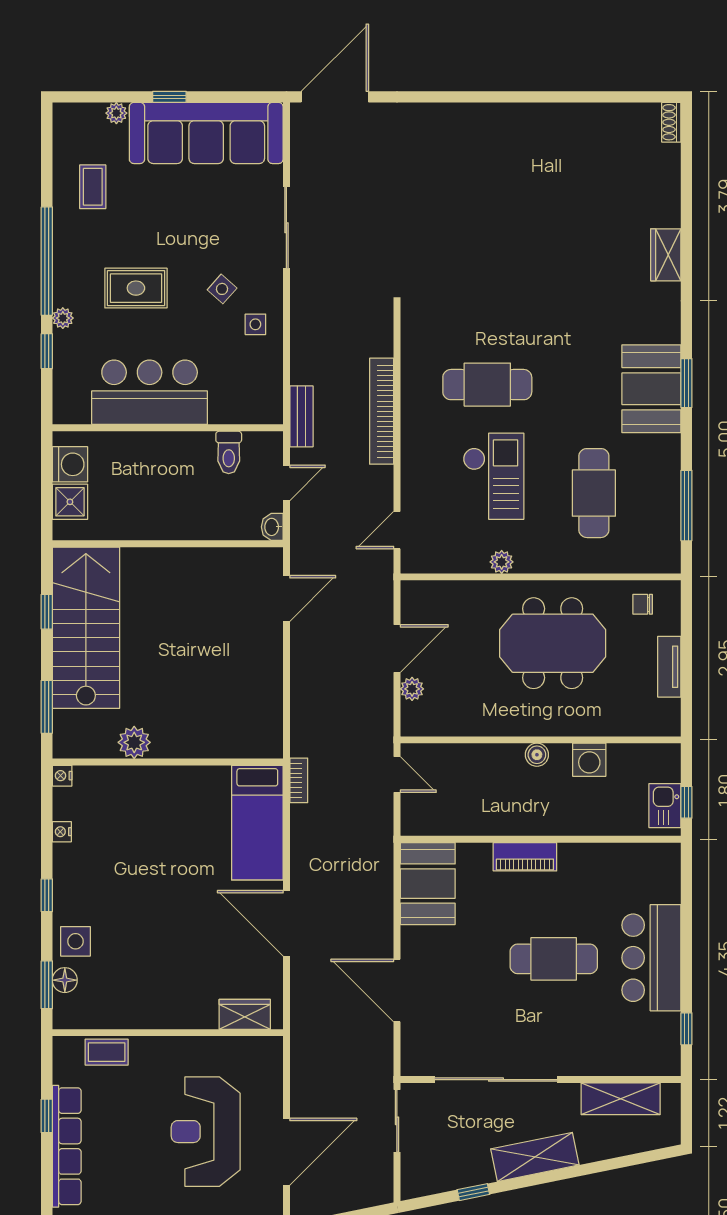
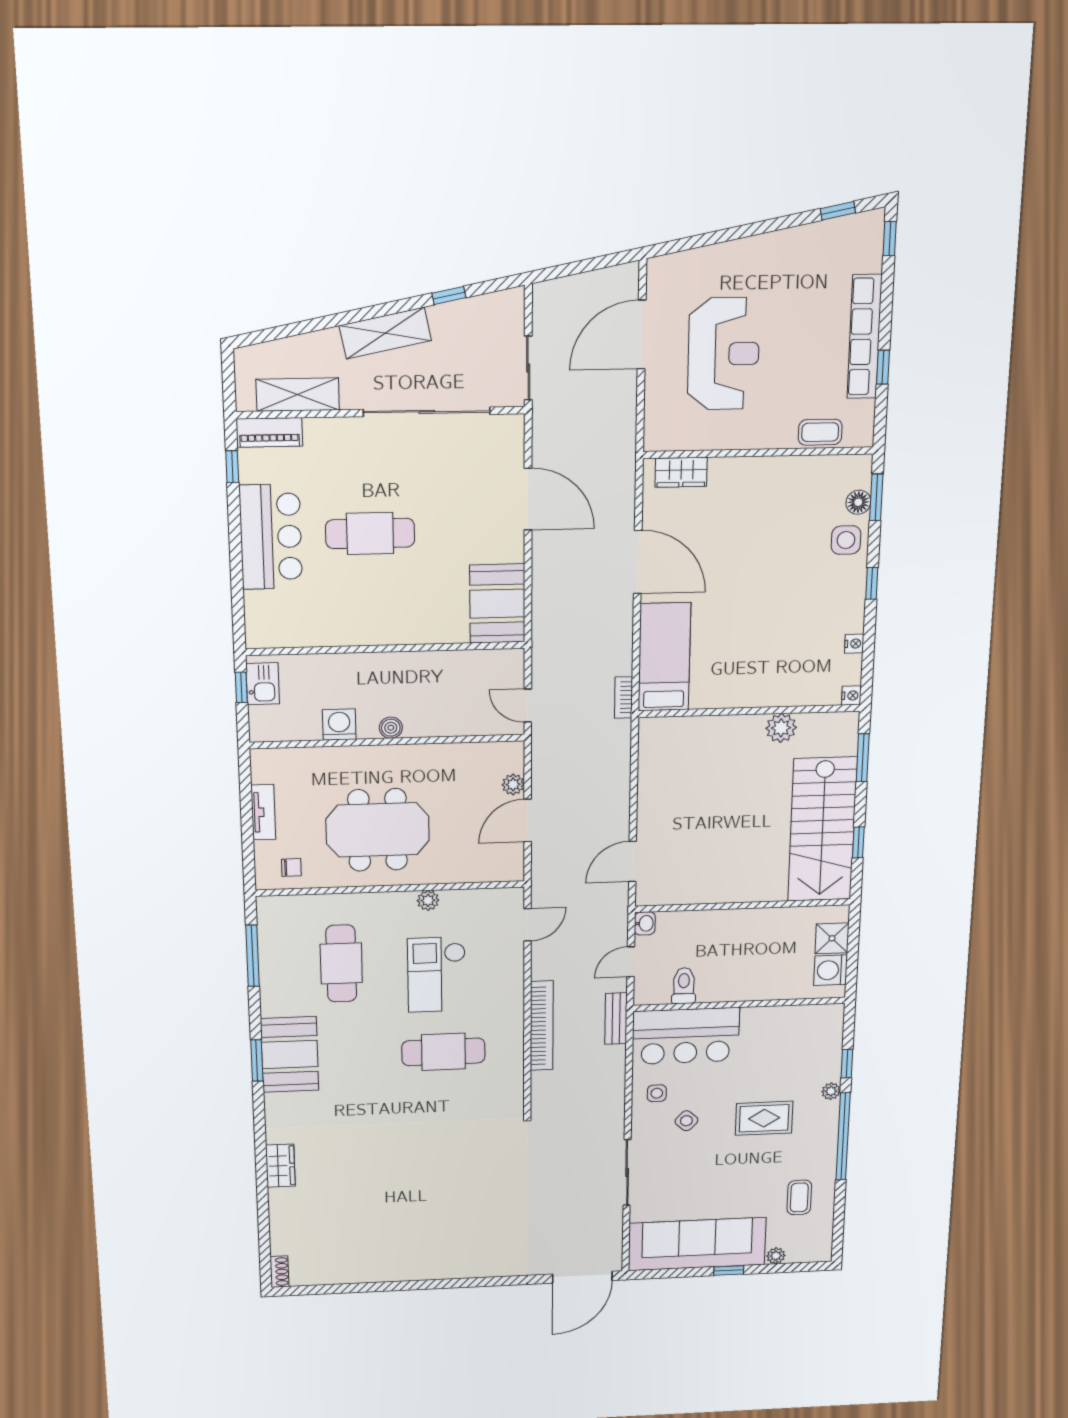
bar counter: (150, 392) -> (686, 1036), moved
piano: (525, 857) -> (269, 432), moved, turned 180

